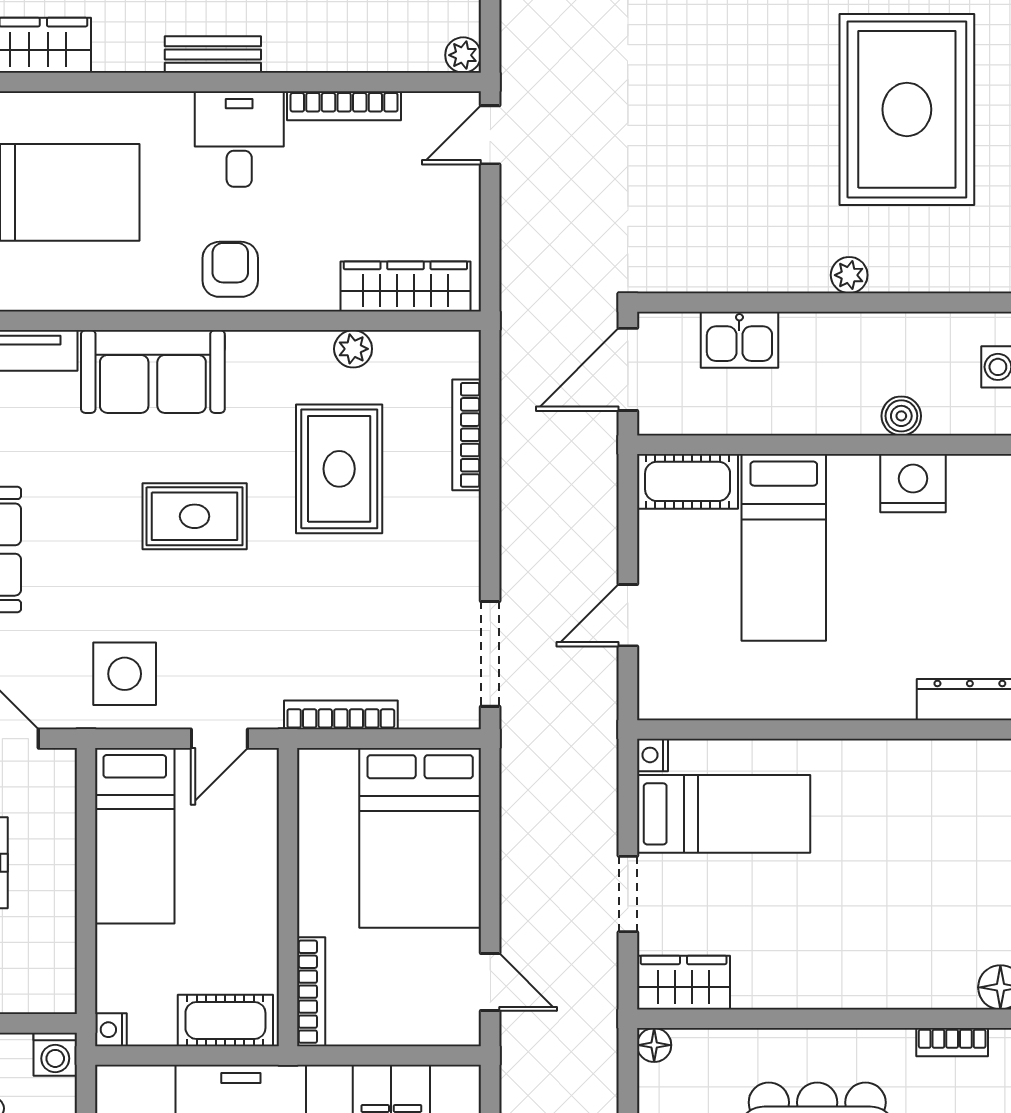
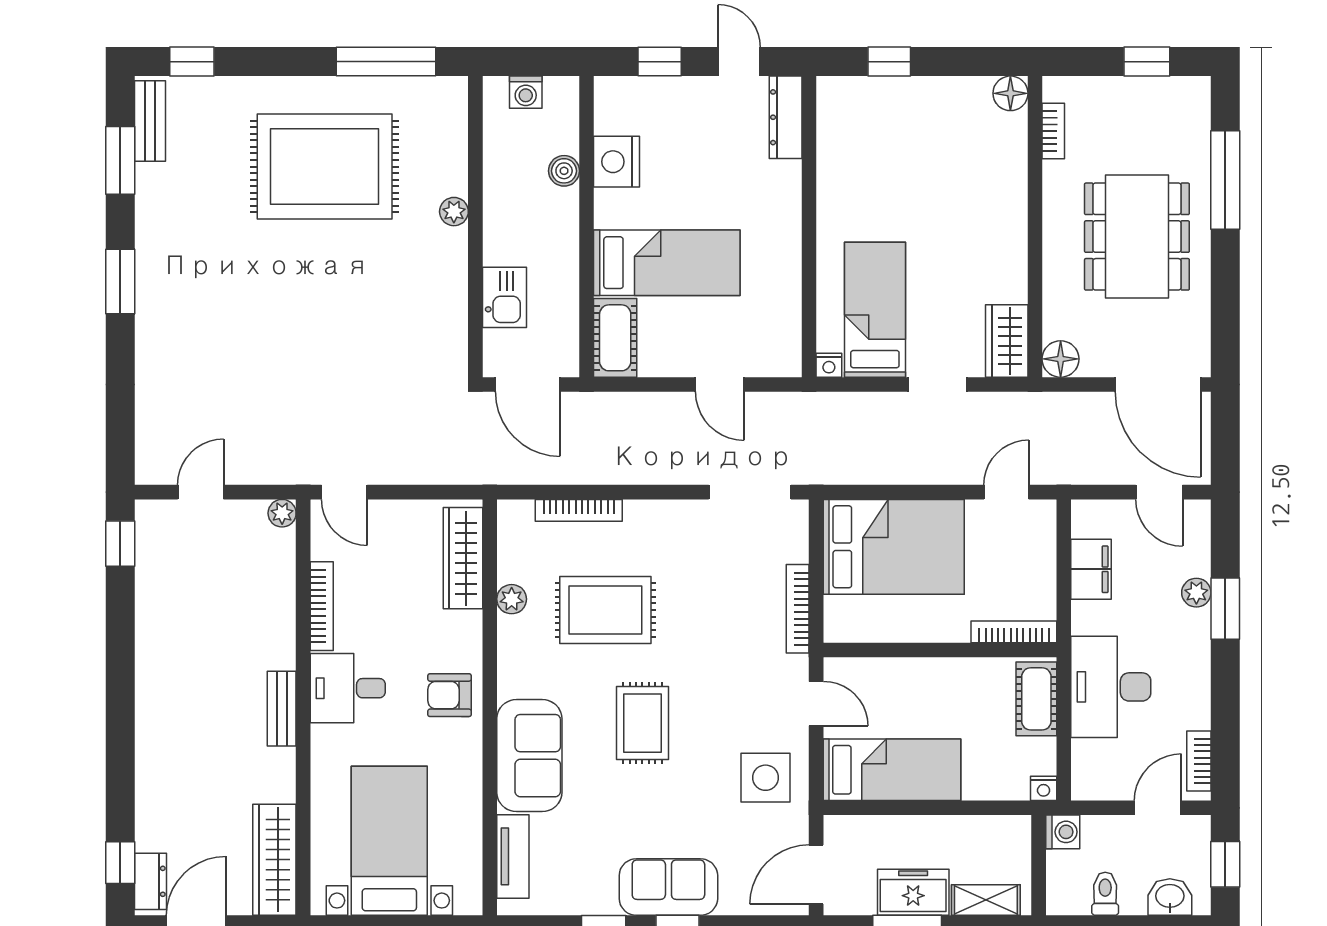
floor lamp: (654, 1045) -> (1061, 359), width x1.37, depth x1.37

